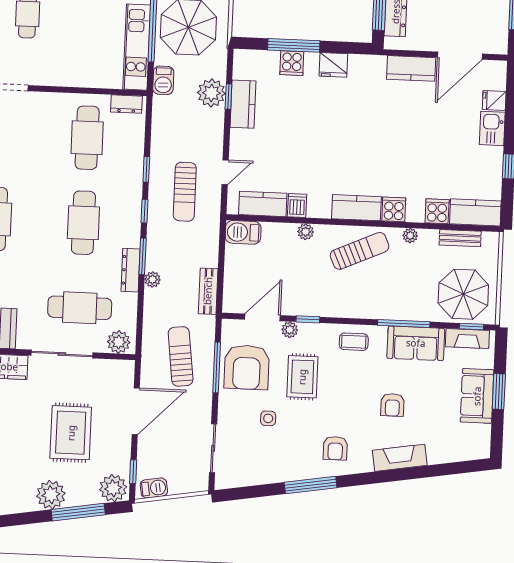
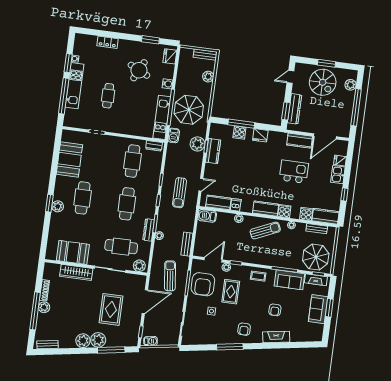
kitchen island: (406, 130) -> (294, 172), added
plant: (113, 488) -> (83, 341), moved

